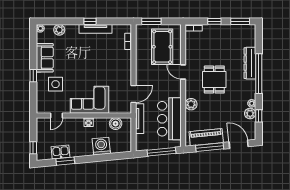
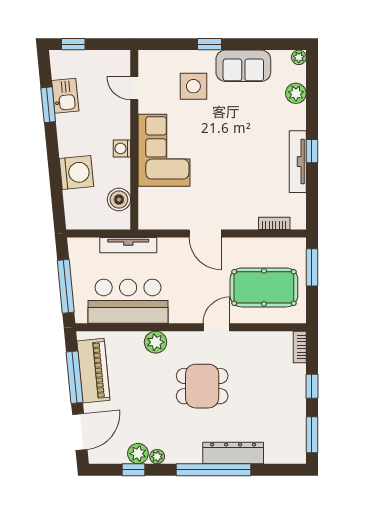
door: (134, 94) -> (205, 233), moved

